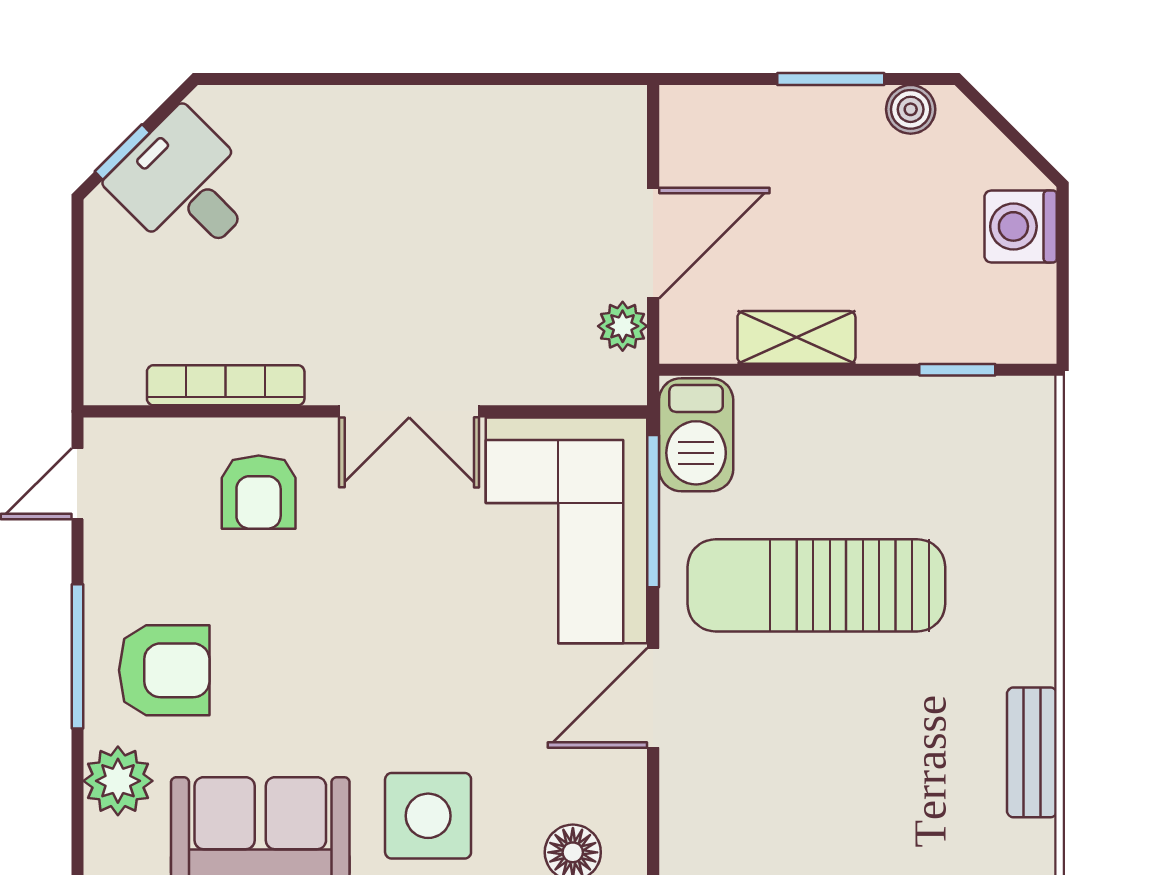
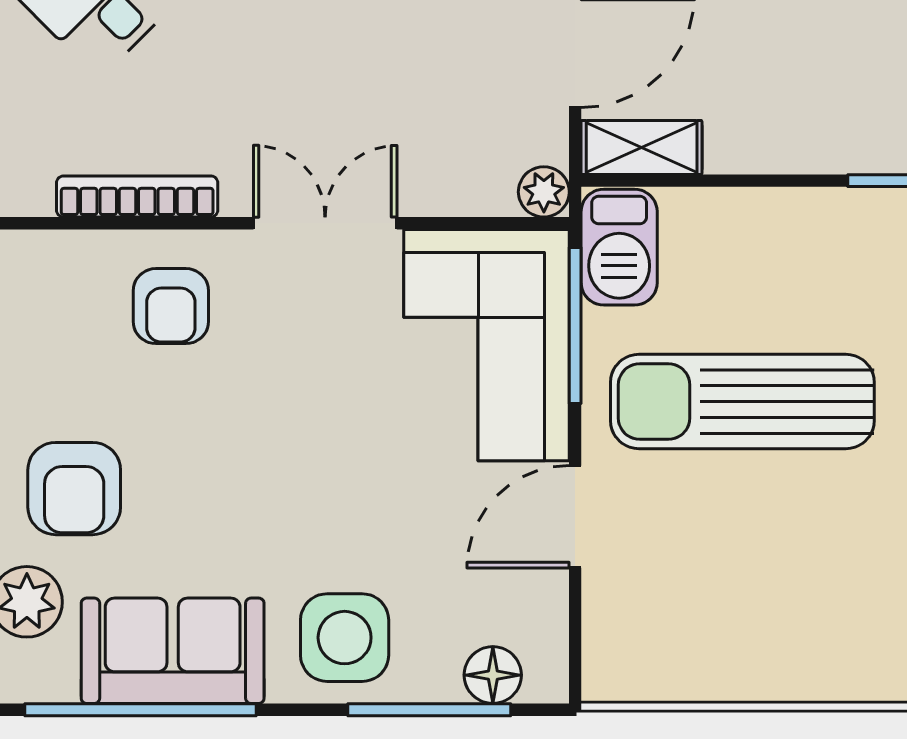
plant: (623, 326) -> (544, 192), moved
shelving: (796, 337) -> (642, 147), moved
double door: (409, 411) -> (325, 223), swing flipped
armchair: (164, 670) -> (74, 489), turned 90

